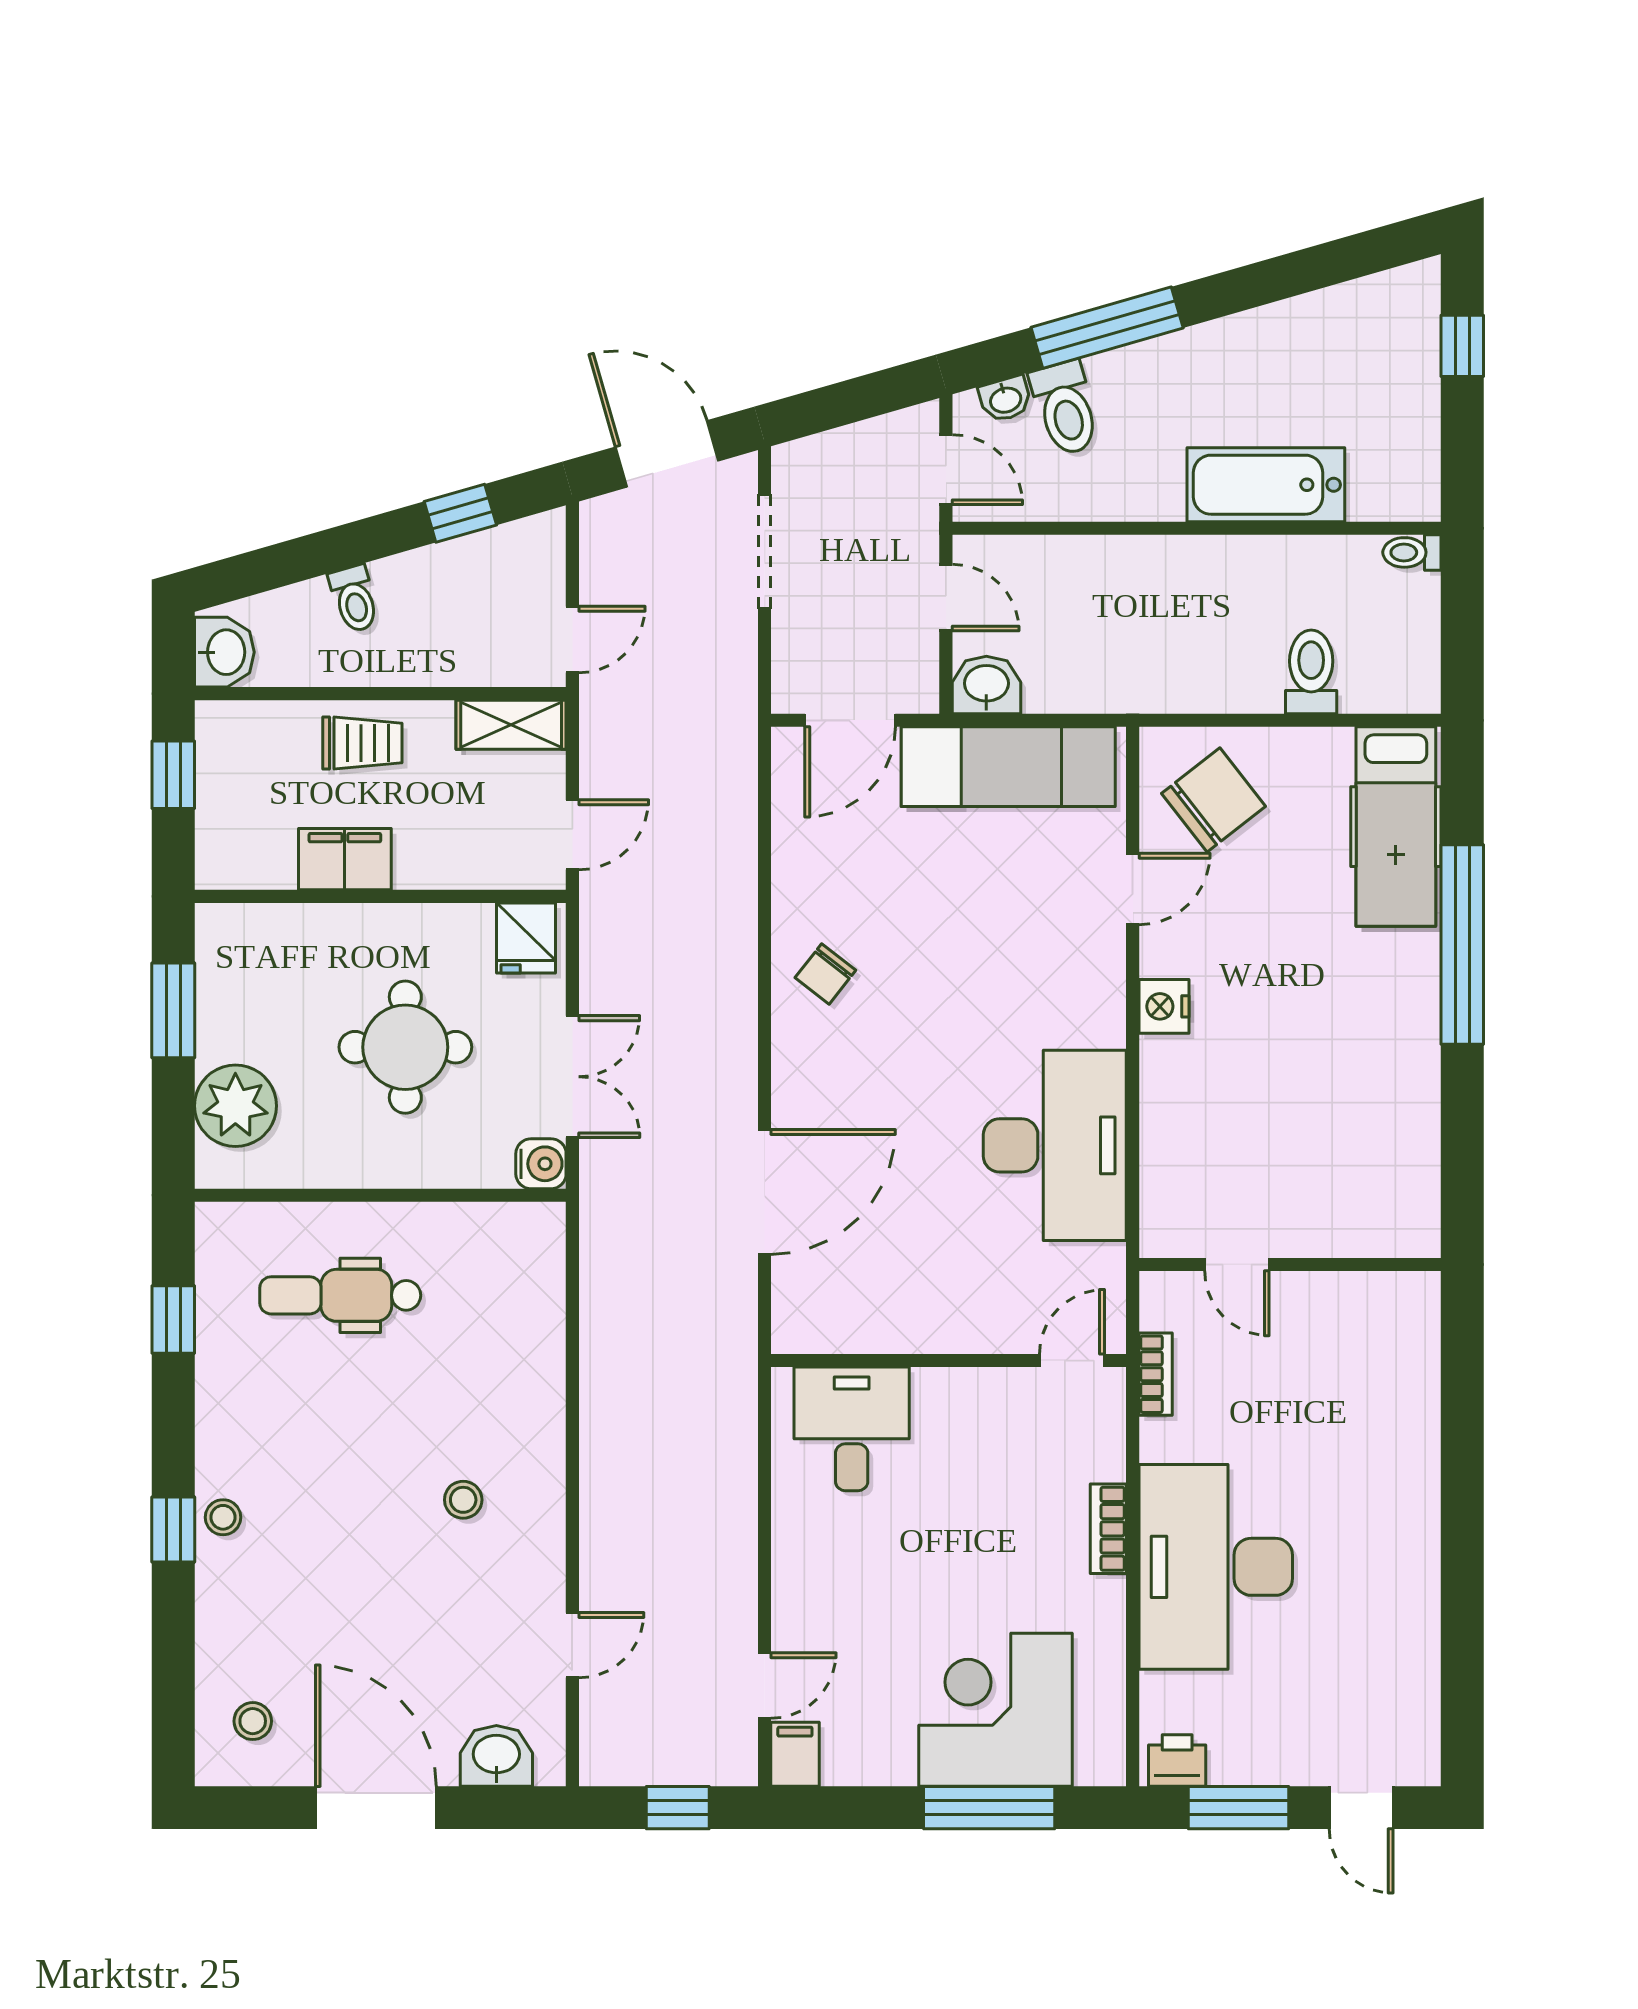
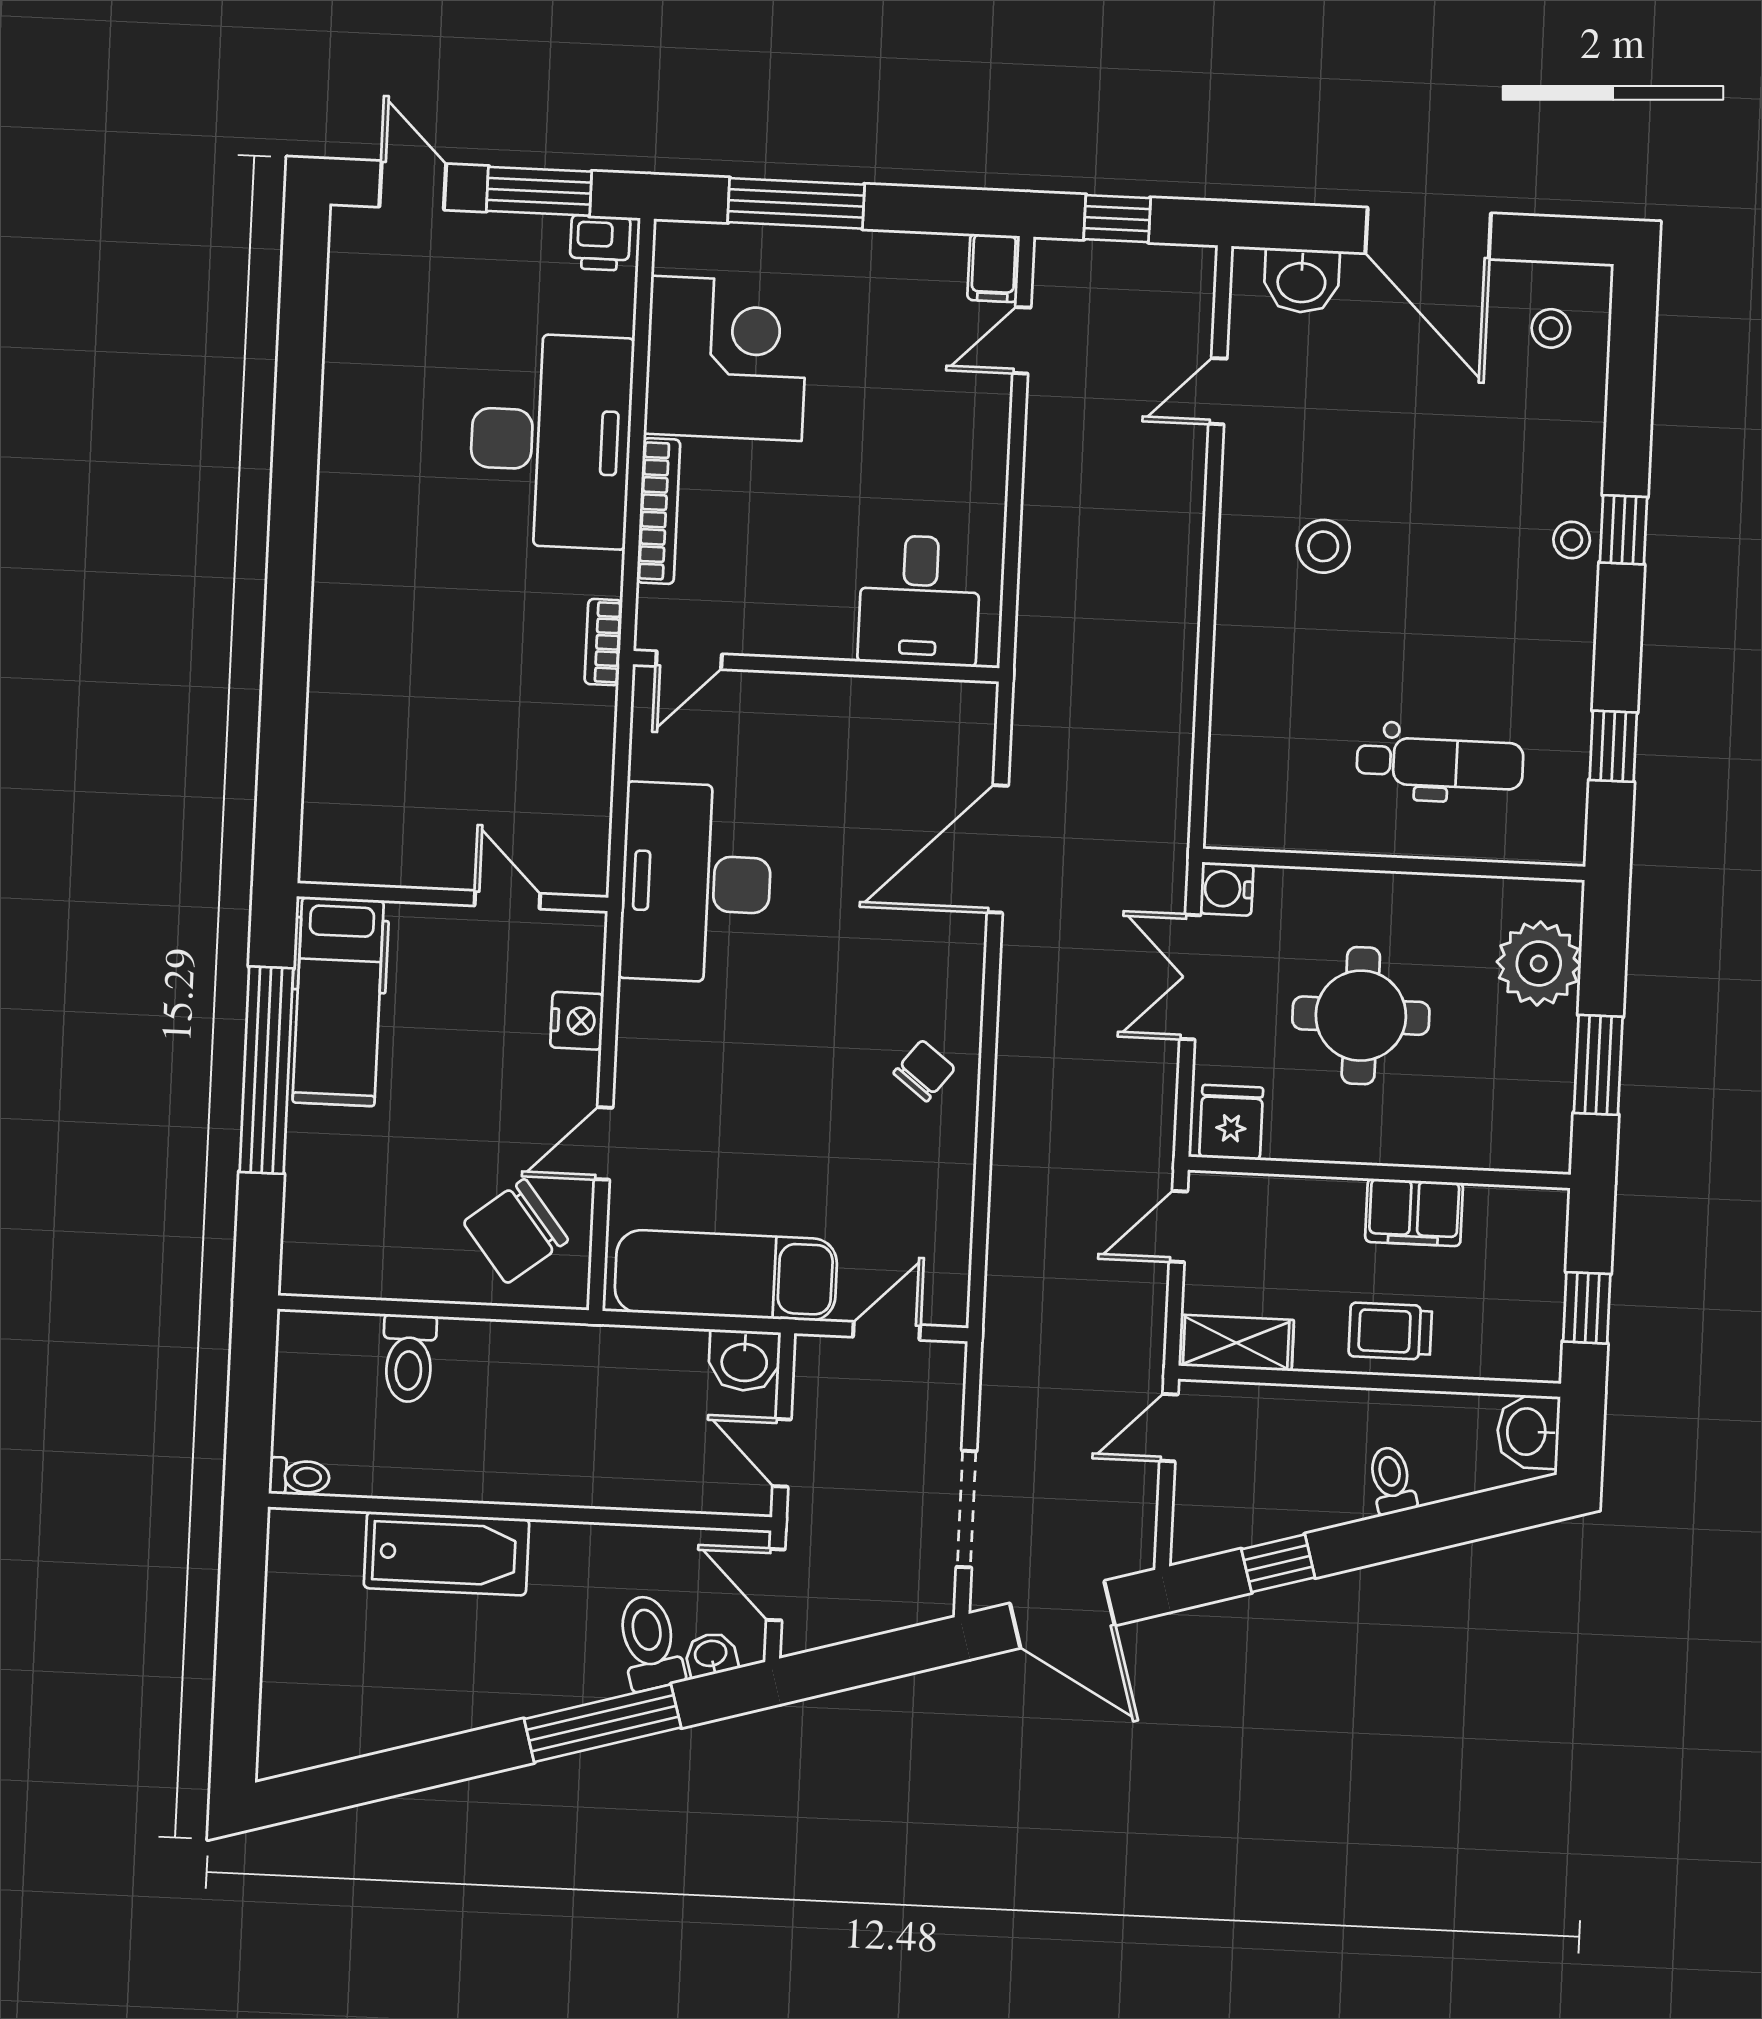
window: (1462, 346) -> (237, 1687), removed
door: (850, 720) -> (887, 1331), width x0.73
hospital bed: (1396, 827) -> (338, 1001), moved, turned 180
door: (1237, 1265) -> (507, 900), moved
wall: (1290, 1265) -> (453, 897), moved
stool: (463, 1500) -> (1323, 546), width x1.37, depth x1.37
bookcase: (1108, 1529) -> (658, 511), width x1.56
corner desk: (996, 1710) -> (726, 358), moved, turned -90

